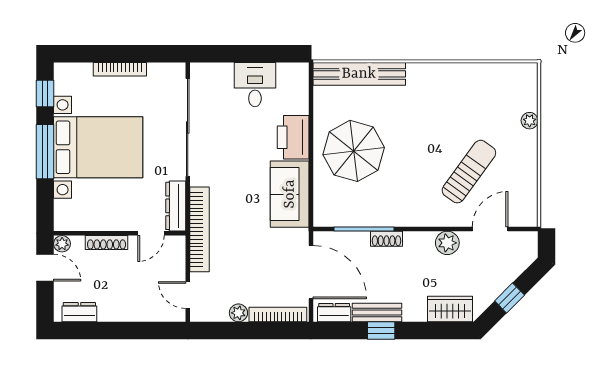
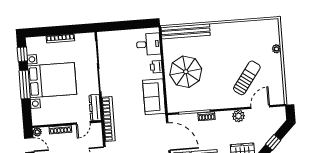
desk: (255, 85) -> (148, 44), moved, turned 90
printer: (293, 137) -> (156, 67), width x0.53, depth x0.68

